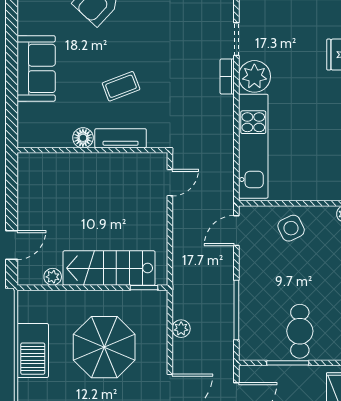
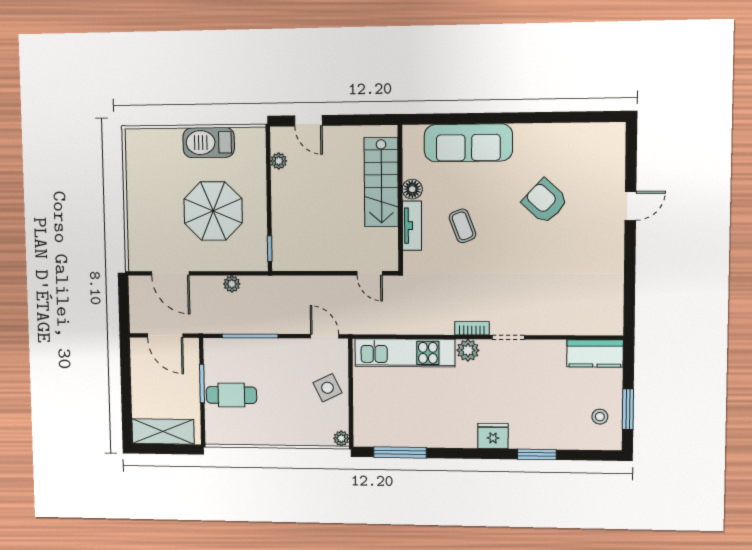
sofa: (36, 68) -> (468, 143), width x1.36
plant: (254, 76) -> (468, 350), width x0.73, depth x0.73
stairs: (109, 268) -> (381, 182), moved, turned 180

